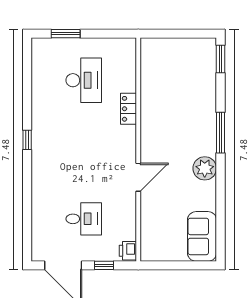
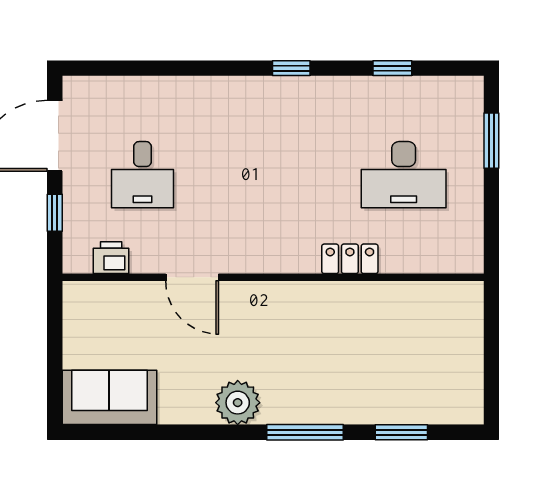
window: (220, 59) -> (401, 432), moved
window: (27, 86) -> (392, 68), added
door: (138, 177) -> (192, 277), moved
printer: (128, 251) -> (111, 258), moved

